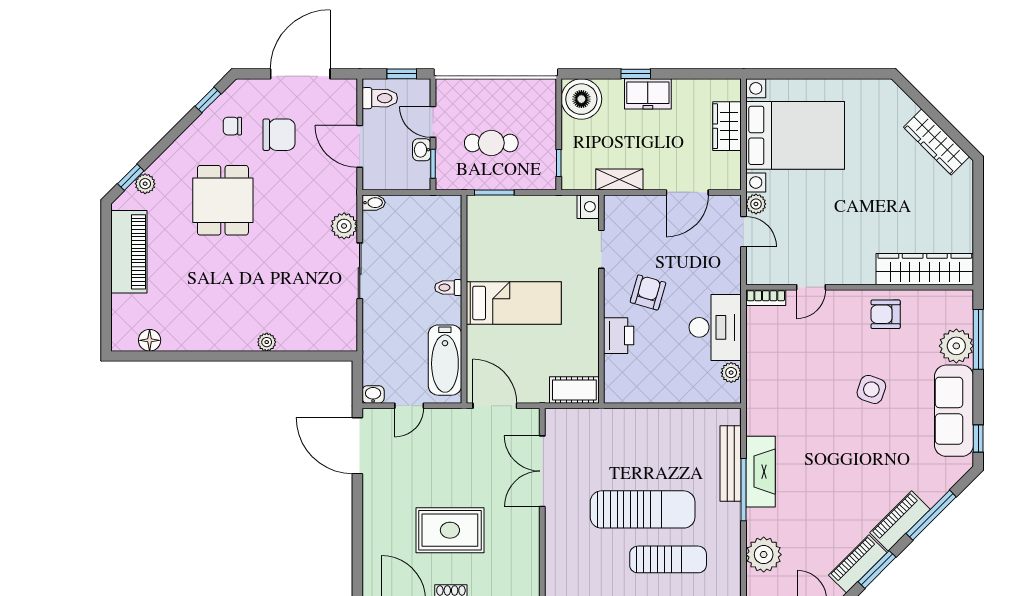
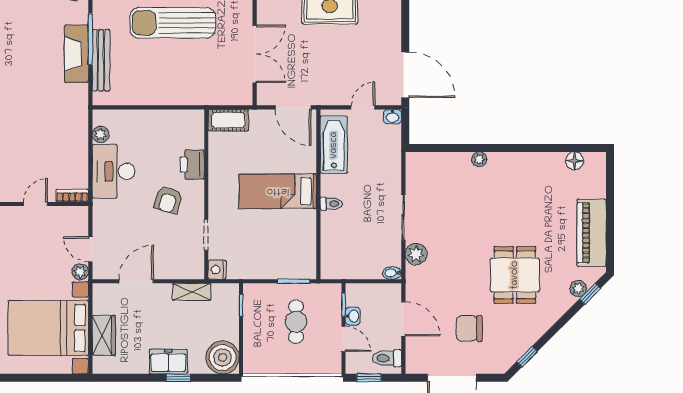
chair: (232, 126) -> (507, 335), removed
cafe table: (491, 143) -> (296, 322), turned 90

